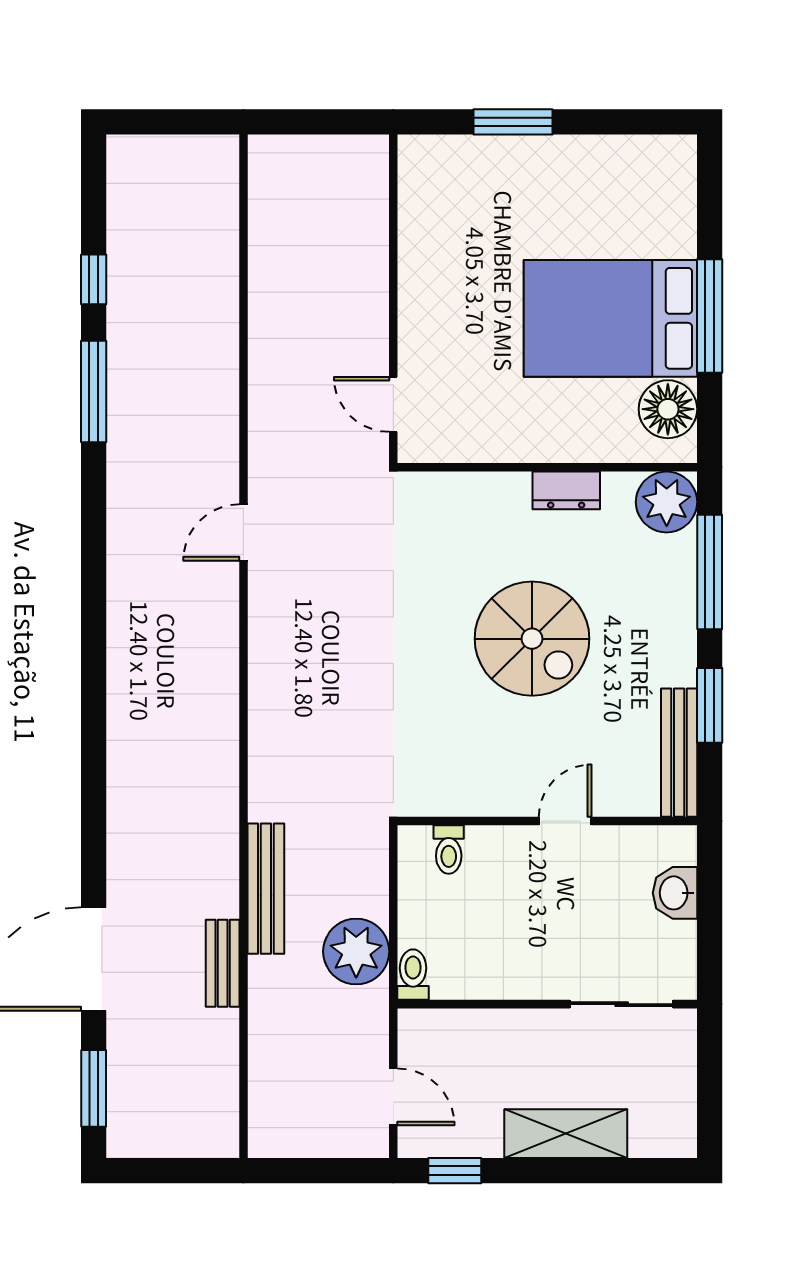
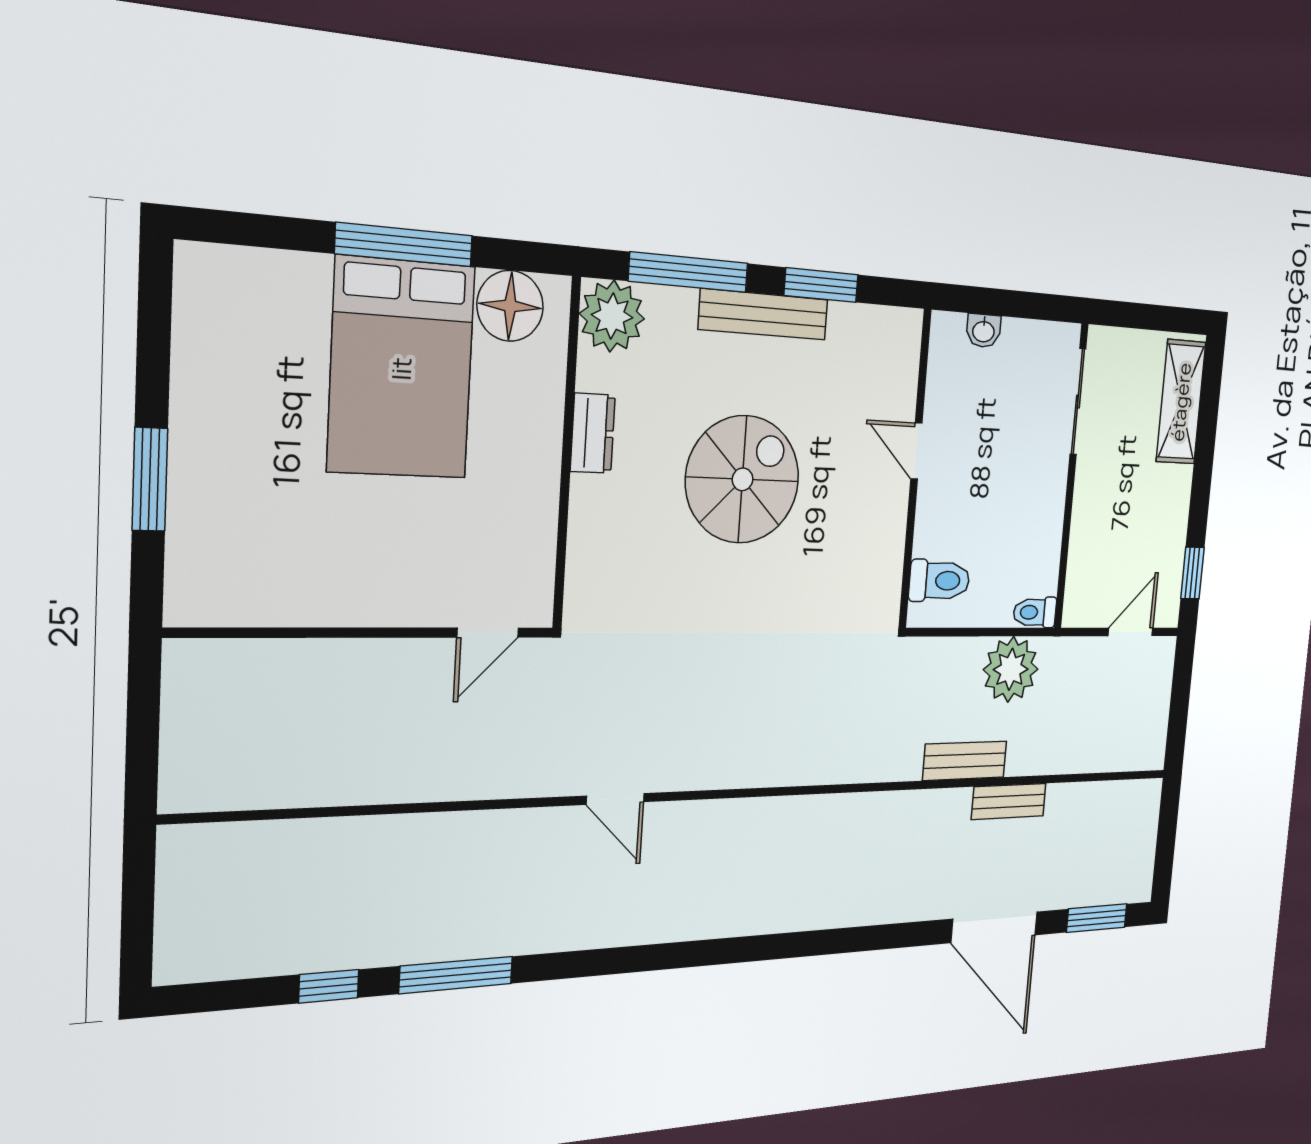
bench: (679, 753) -> (764, 314), moved
toilet: (449, 850) -> (939, 581), width x1.37, depth x1.39
bench: (266, 889) -> (965, 761), width x0.73
washbasin: (675, 893) -> (984, 331), width x0.72, depth x0.69
shelving: (566, 1134) -> (1181, 402), moved

